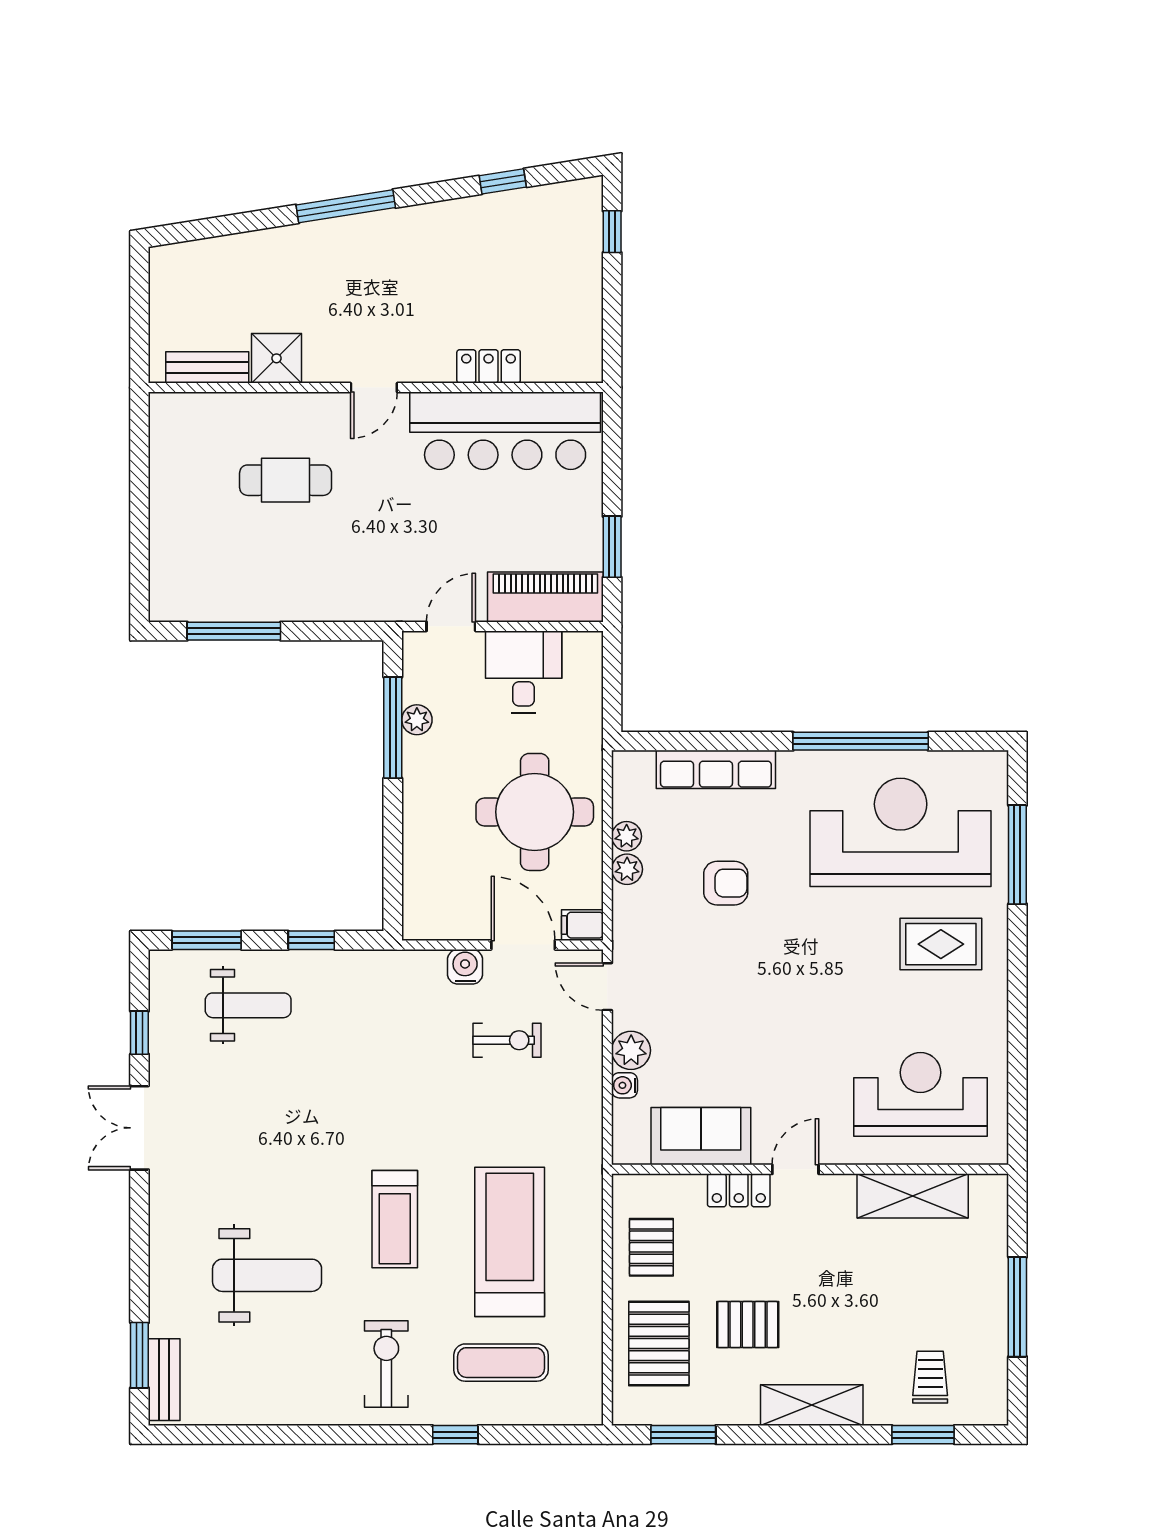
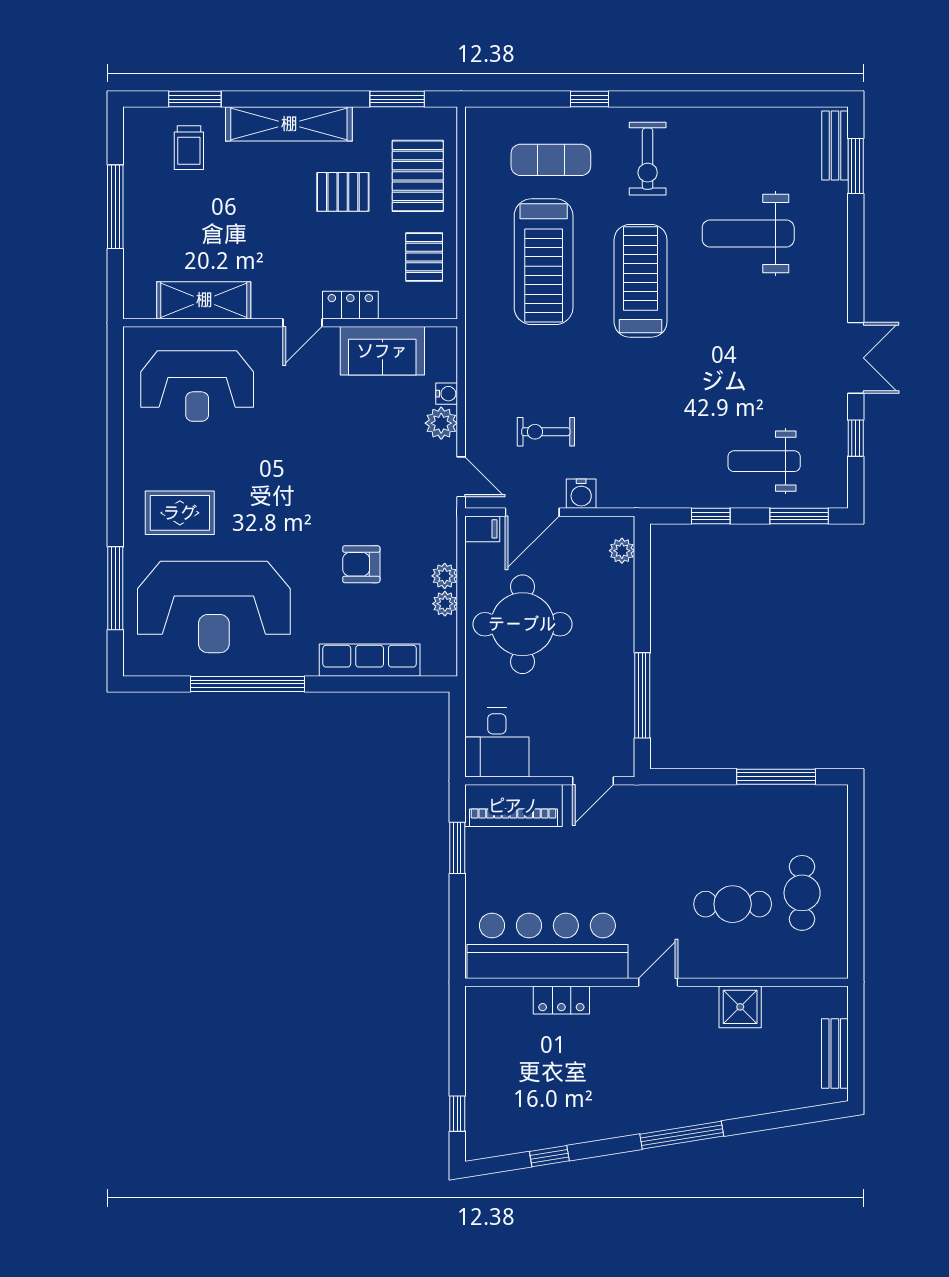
bench: (207, 367) -> (835, 1054), moved, turned 90
cafe table: (203, 493) -> (802, 893), added
desk: (524, 672) -> (497, 743), moved
plant: (417, 720) -> (622, 551), moved
door: (523, 945) -> (532, 512), hinge flipped
treadmill: (395, 1219) -> (641, 281), width x1.37, depth x1.38
shelving: (812, 1405) -> (289, 124), width x1.47

